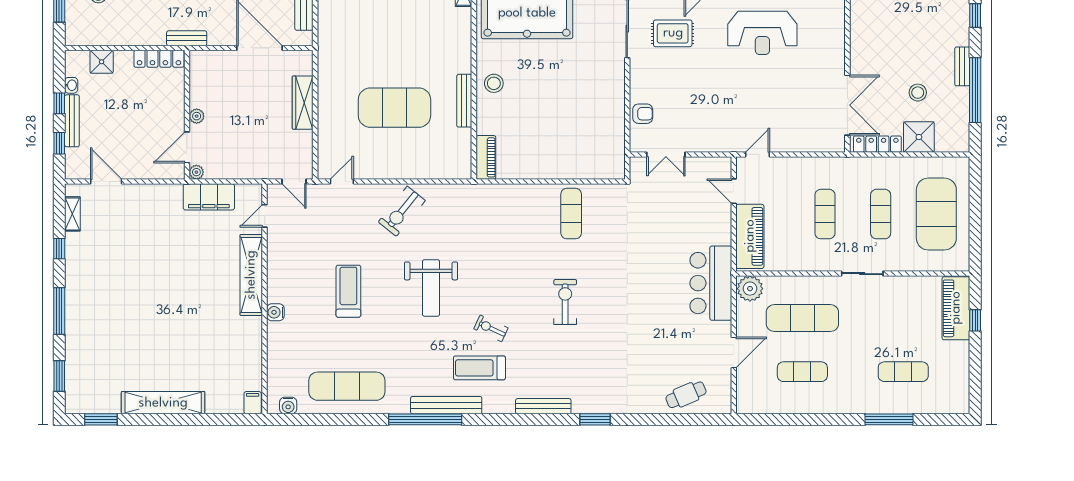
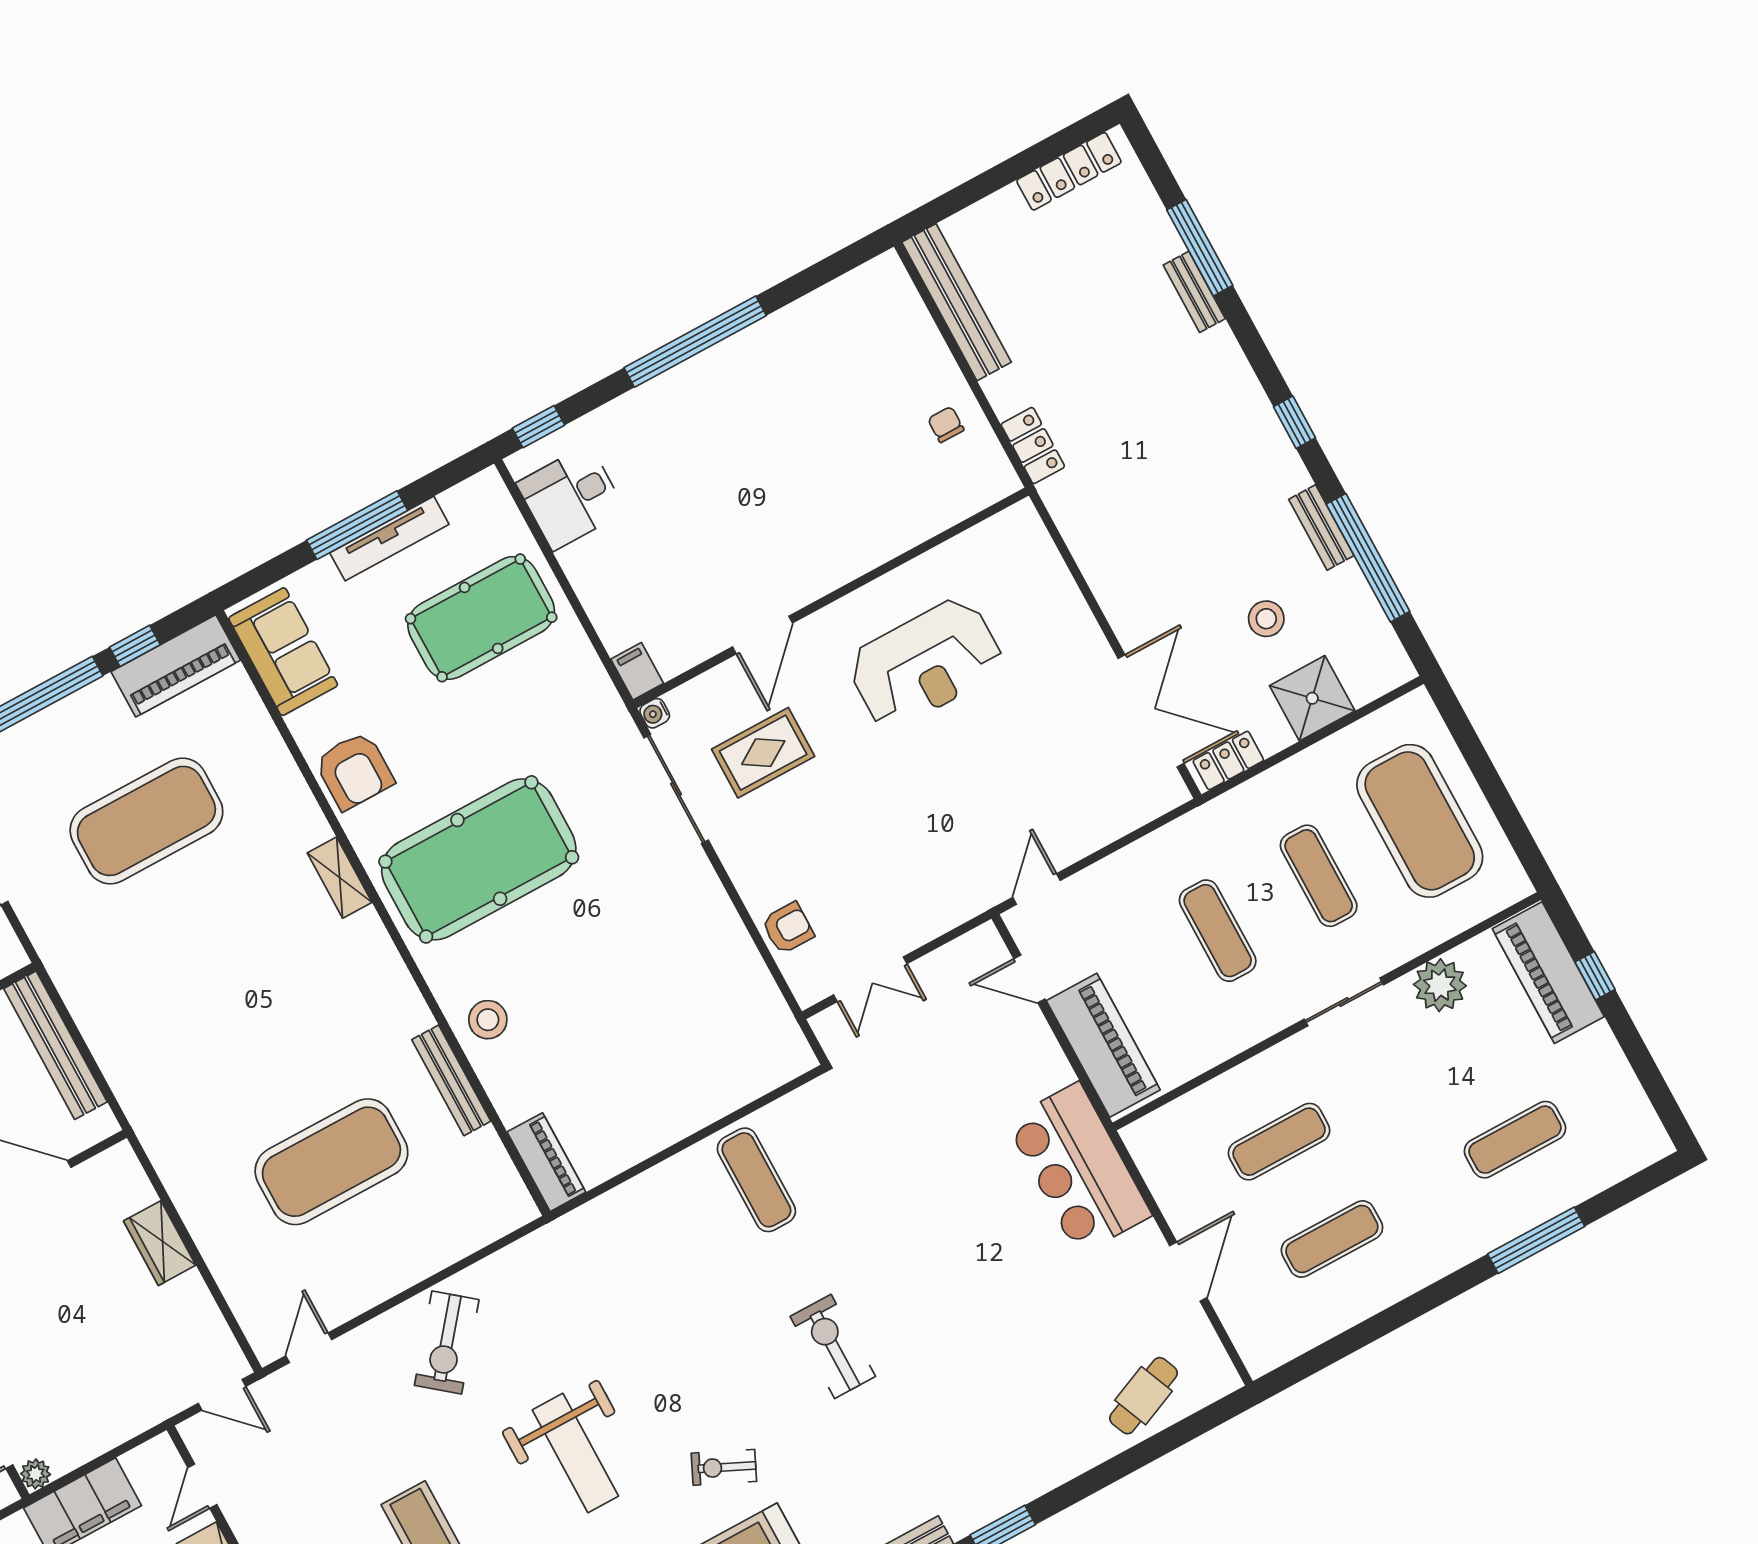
wardrobe: (303, 103) -> (160, 1243), width x0.67
locker: (877, 144) -> (1228, 761), width x0.66
plant: (750, 289) -> (1440, 985), moved
exercise mat: (802, 318) -> (1279, 1142), width x0.73, depth x0.69

